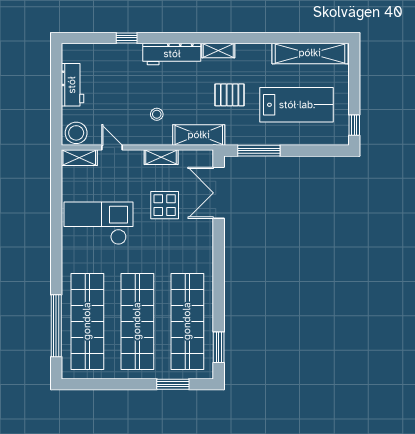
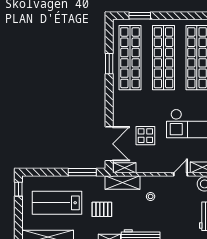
door: (112, 148) -> (180, 174), swing flipped
shelving: (161, 157) -> (125, 168), moved
window: (219, 347) -> (109, 64), moved

